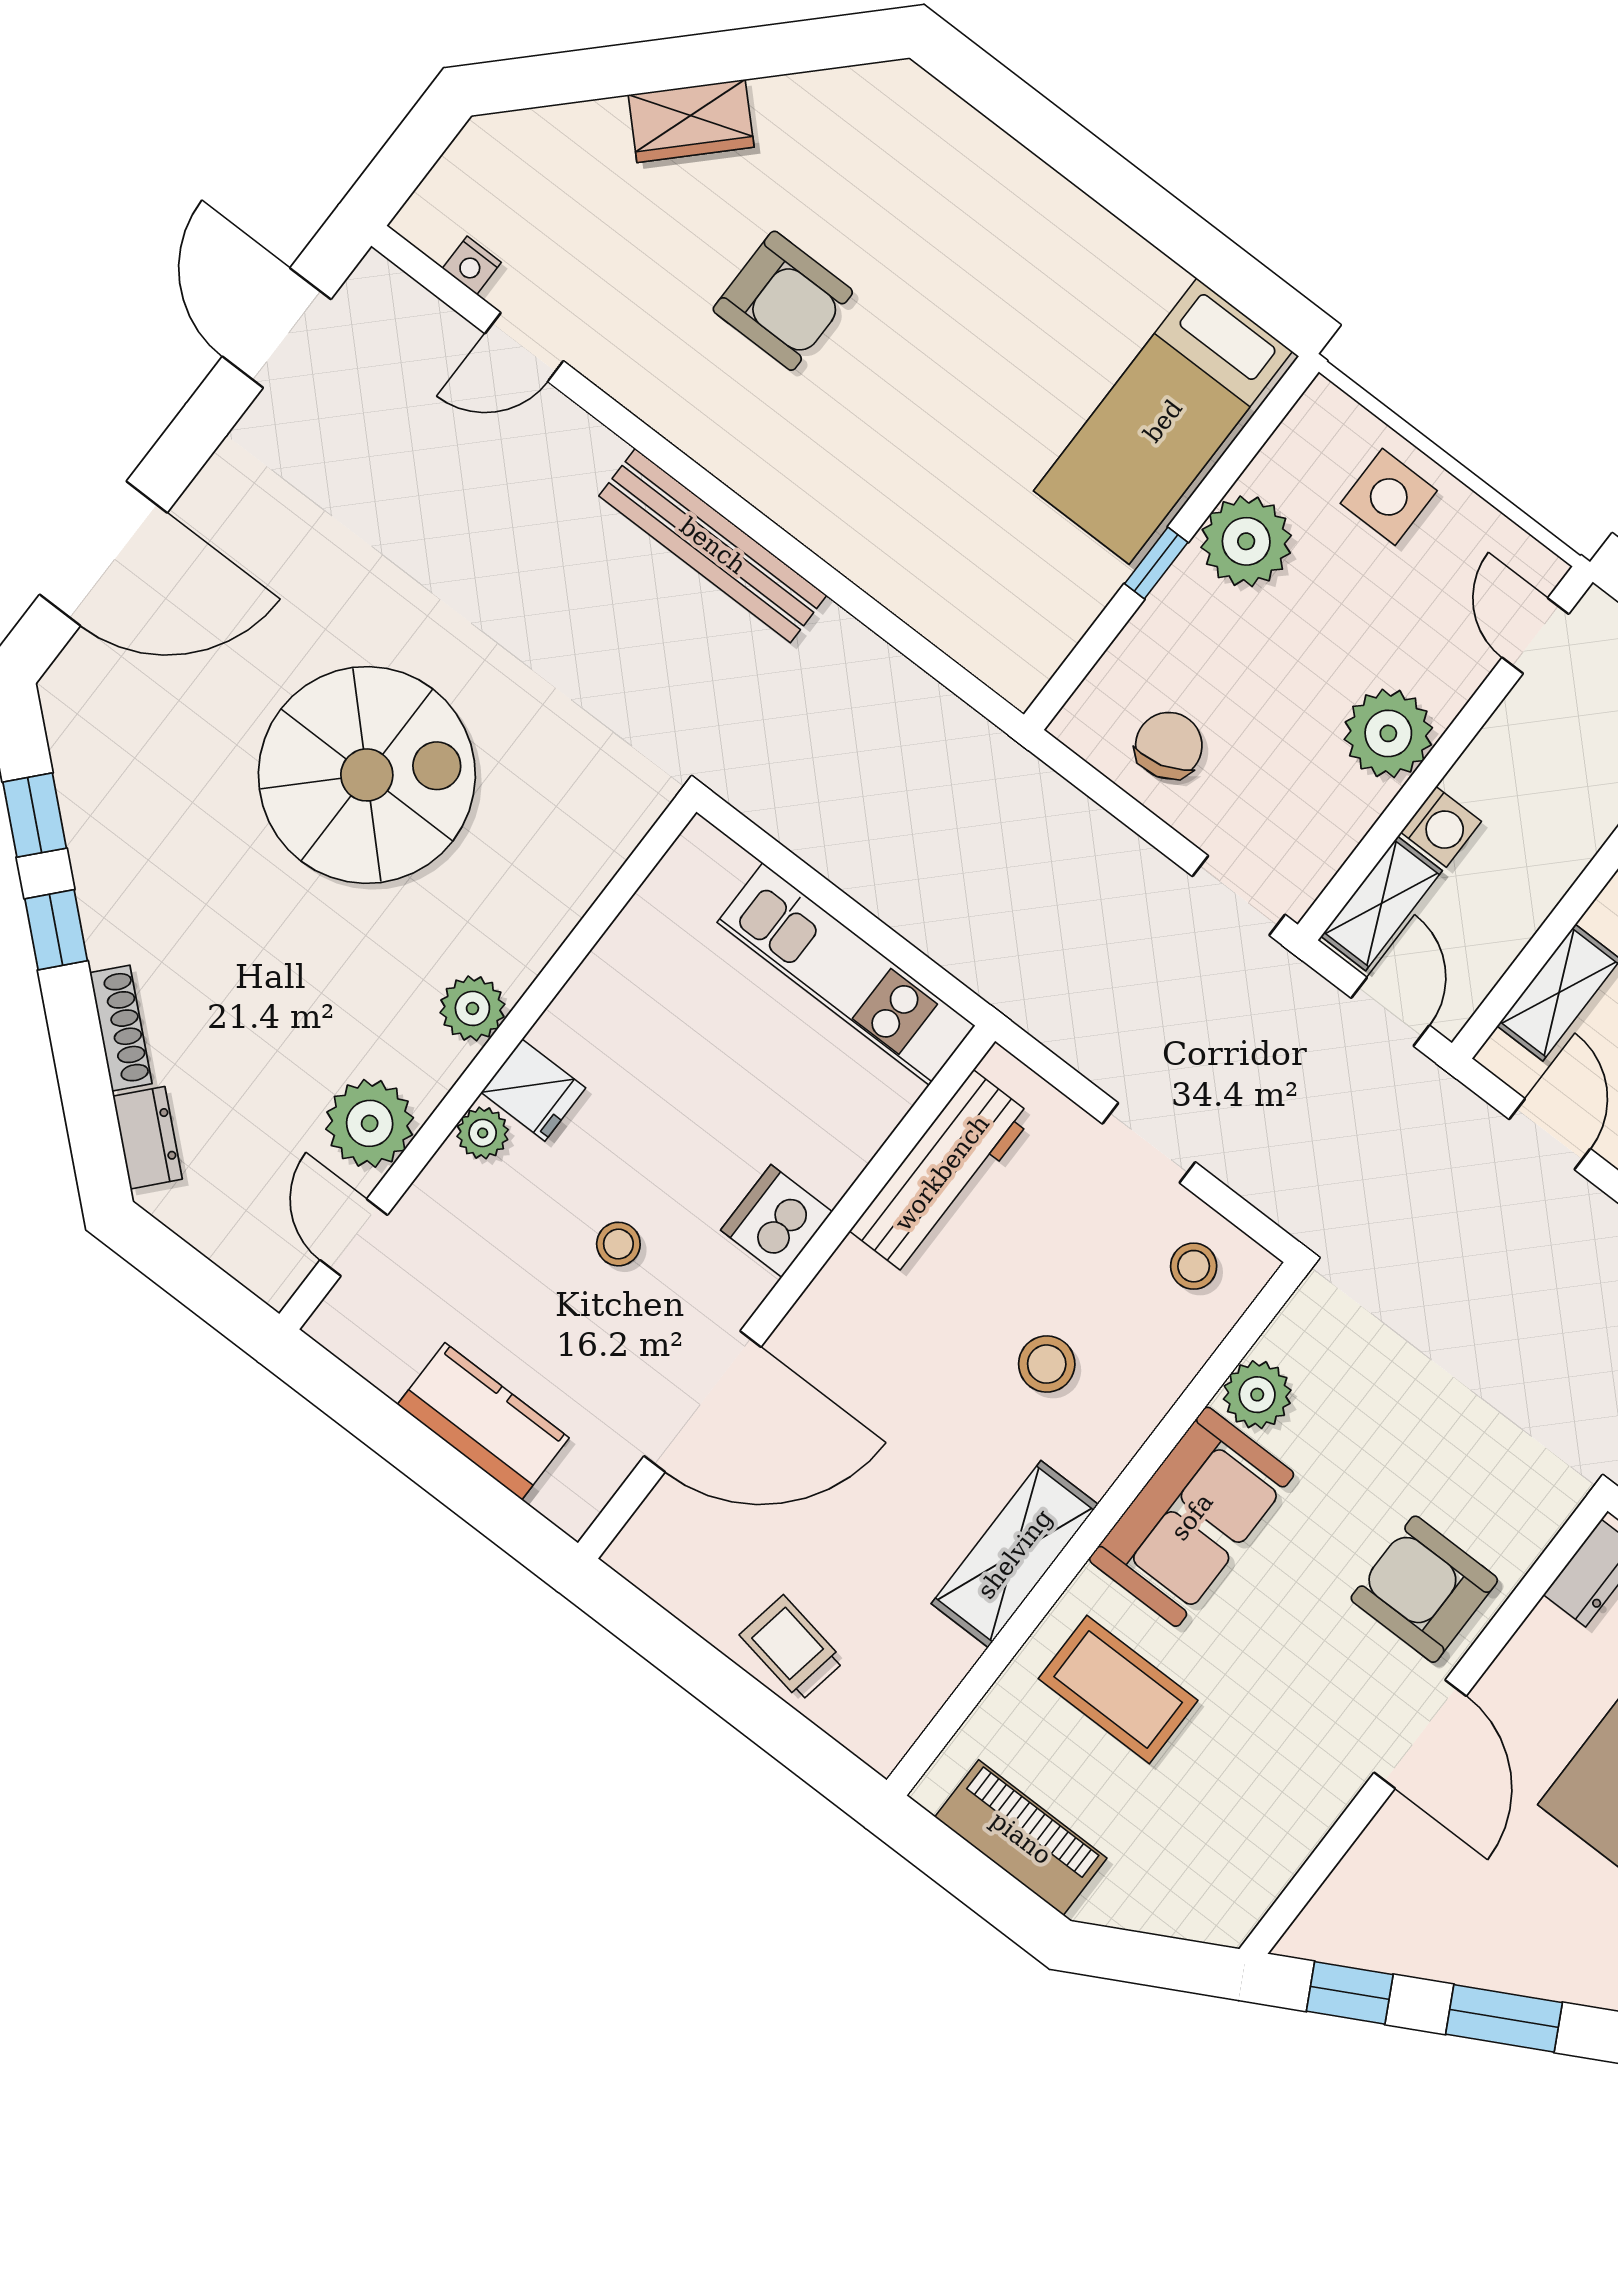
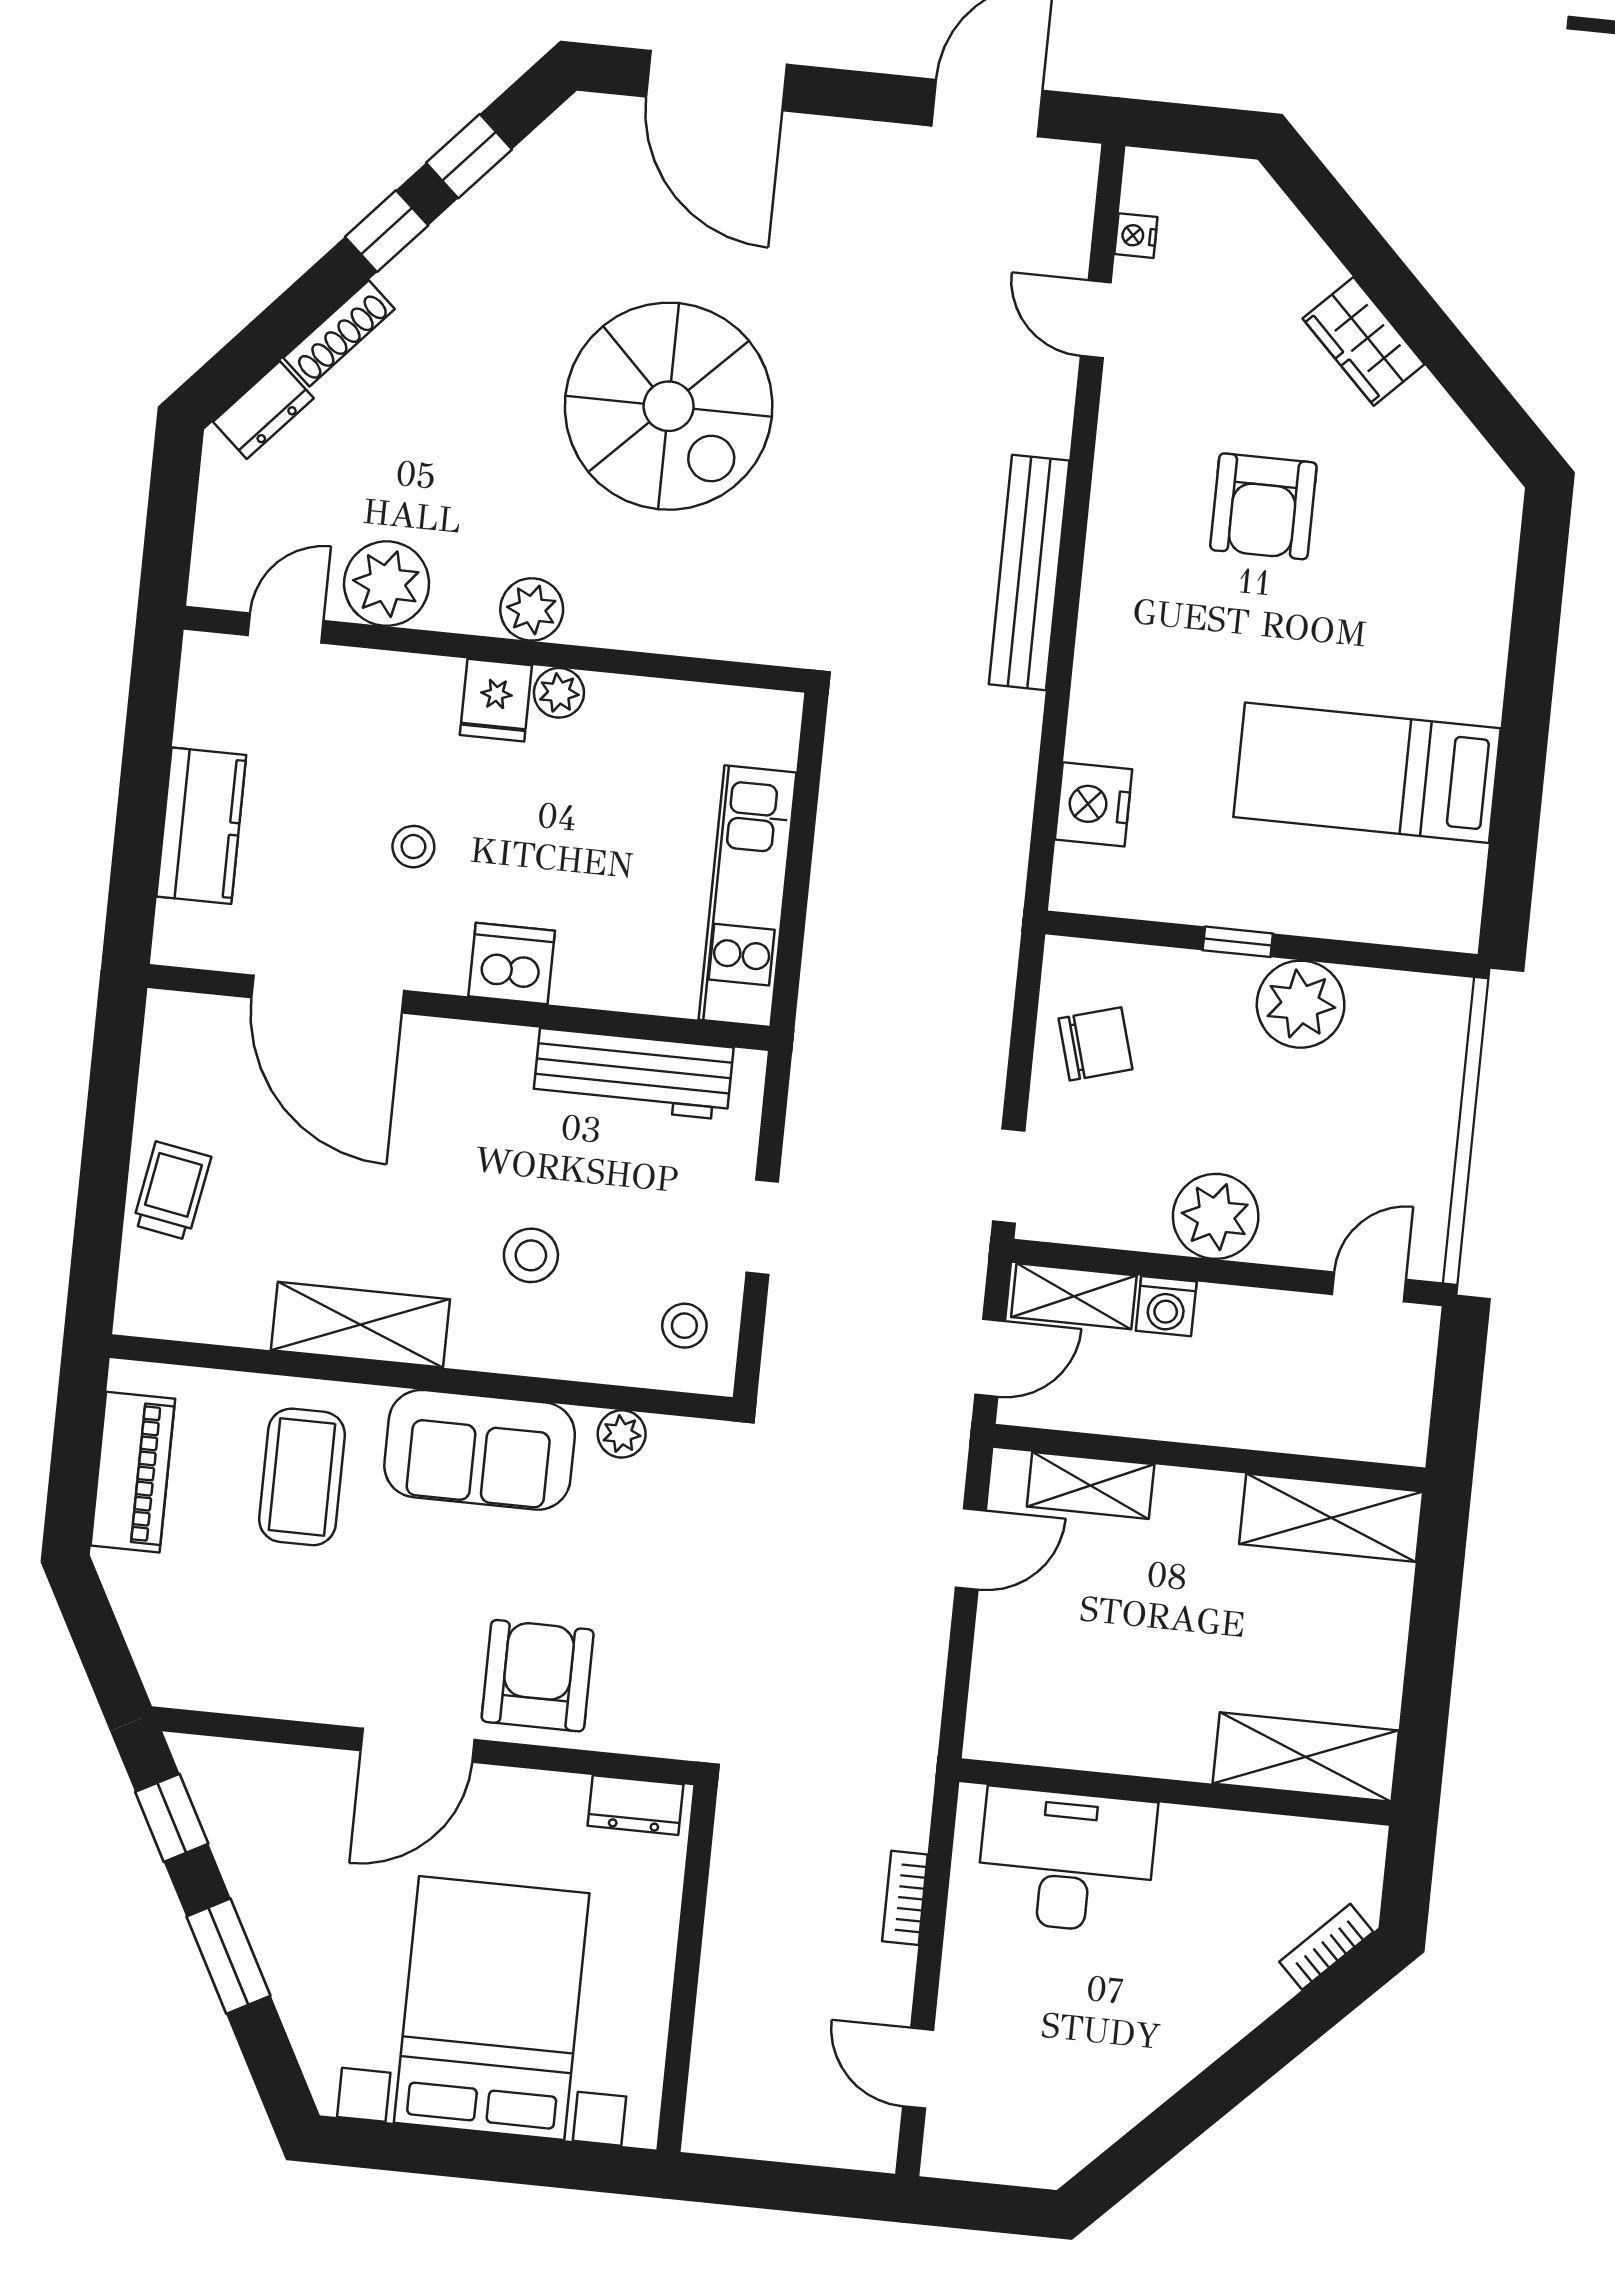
bed: (1163, 421) -> (1367, 773), moved
side table: (1389, 497) -> (1408, 1098), removed
nightstand: (955, 616) -> (1094, 804), added
plant: (483, 1133) -> (559, 693), moved
plant: (1257, 1395) -> (622, 1434), width x0.73, depth x0.73

